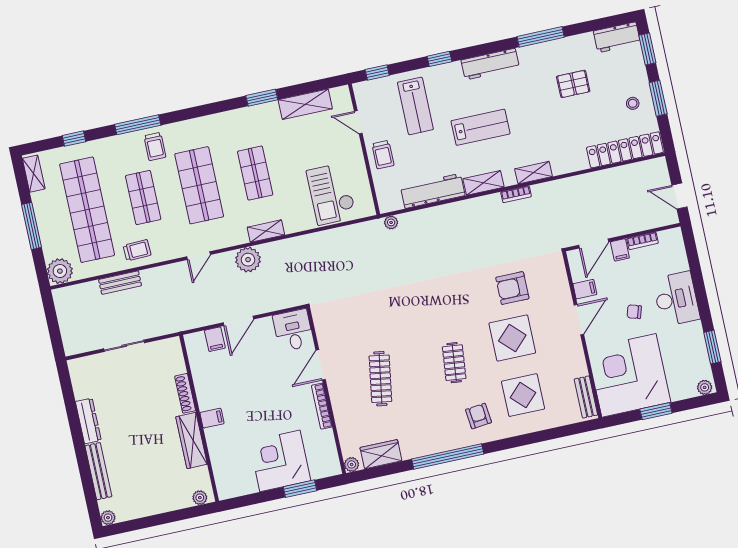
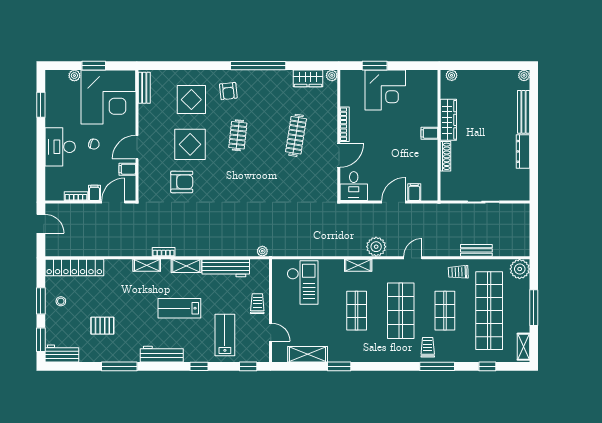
plant: (705, 387) -> (74, 76), moved

